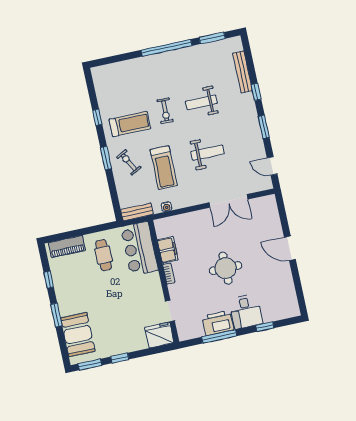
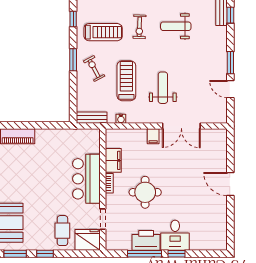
window: (256, 92) -> (230, 15), moved
weight bench: (208, 153) -> (163, 88), moved, turned -90
door: (272, 166) -> (230, 89), moved
treadmill: (164, 168) -> (126, 81), turned 180
filing cabinet: (202, 217) -> (153, 136), added
bar counter: (139, 249) -> (86, 179), moved
cafe table: (104, 255) -> (62, 231), moved
round table: (226, 268) -> (145, 192), moved
window: (265, 327) -> (176, 254), moved

